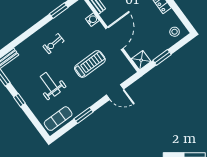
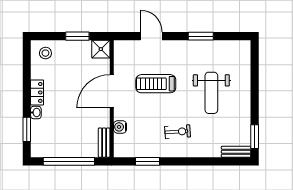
weight bench: (50, 84) -> (211, 93), width x1.36, depth x1.33
window: (19, 100) -> (255, 100), removed
exercise mat: (58, 119) -> (229, 52), removed

